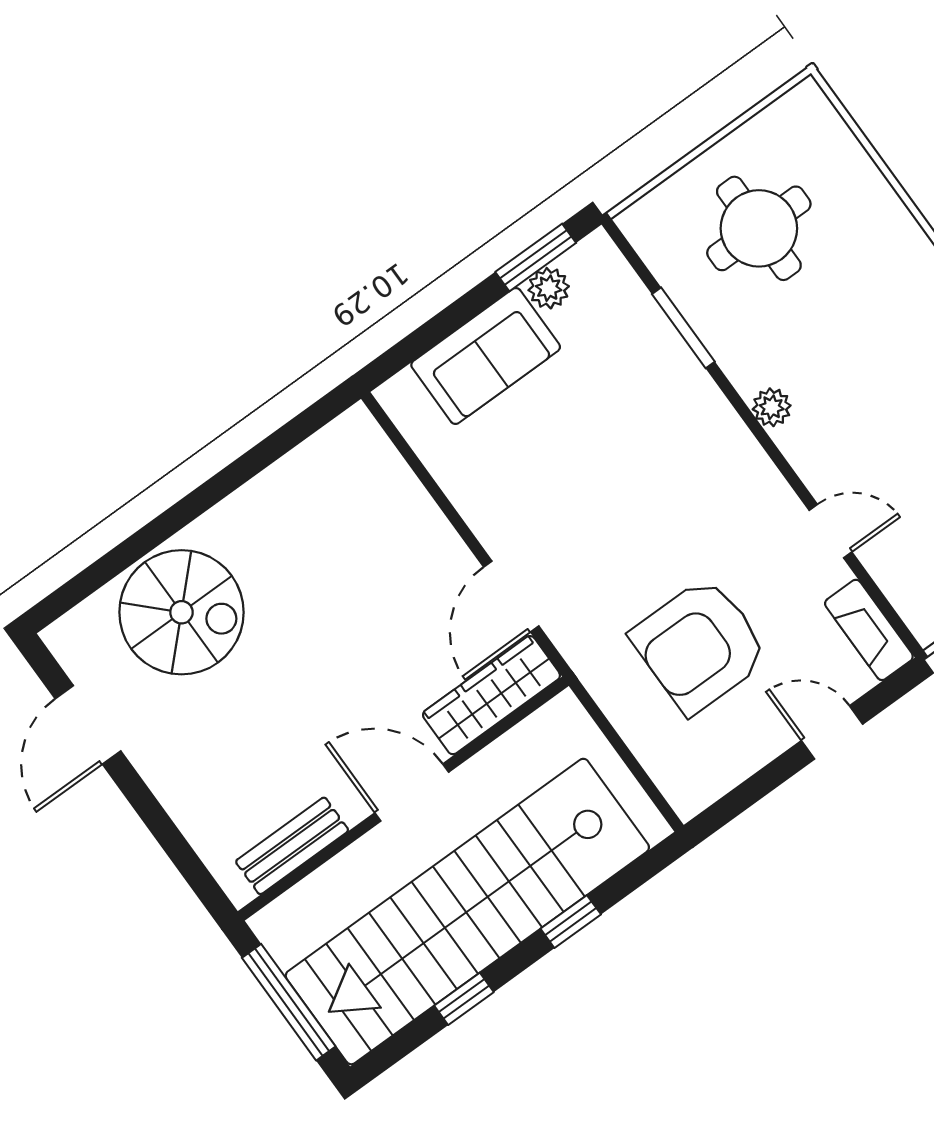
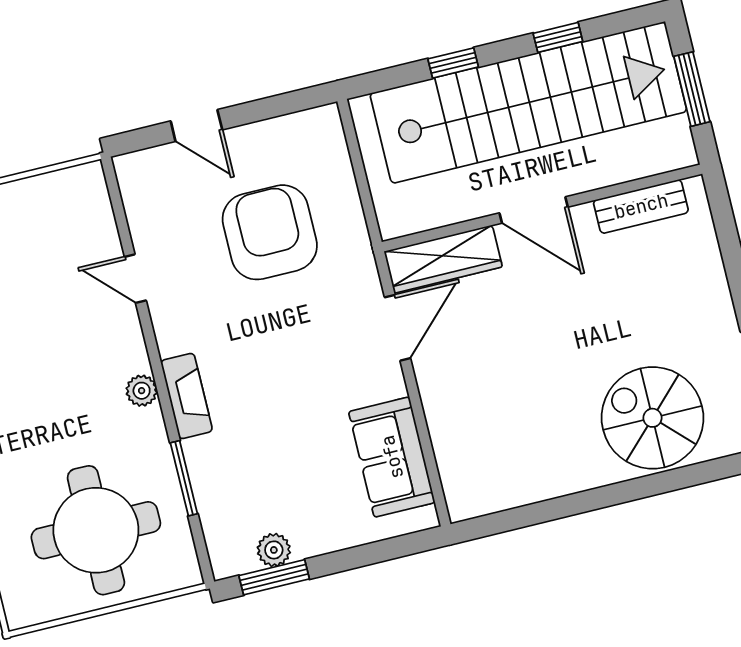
round table: (759, 228) -> (96, 530), width x1.36, depth x1.36
sofa: (486, 356) -> (392, 457), moved, turned -90
fireplace: (869, 630) -> (187, 396), moved
armchair: (700, 645) -> (270, 232), turned -90
window: (289, 1002) -> (692, 89), width x0.69

